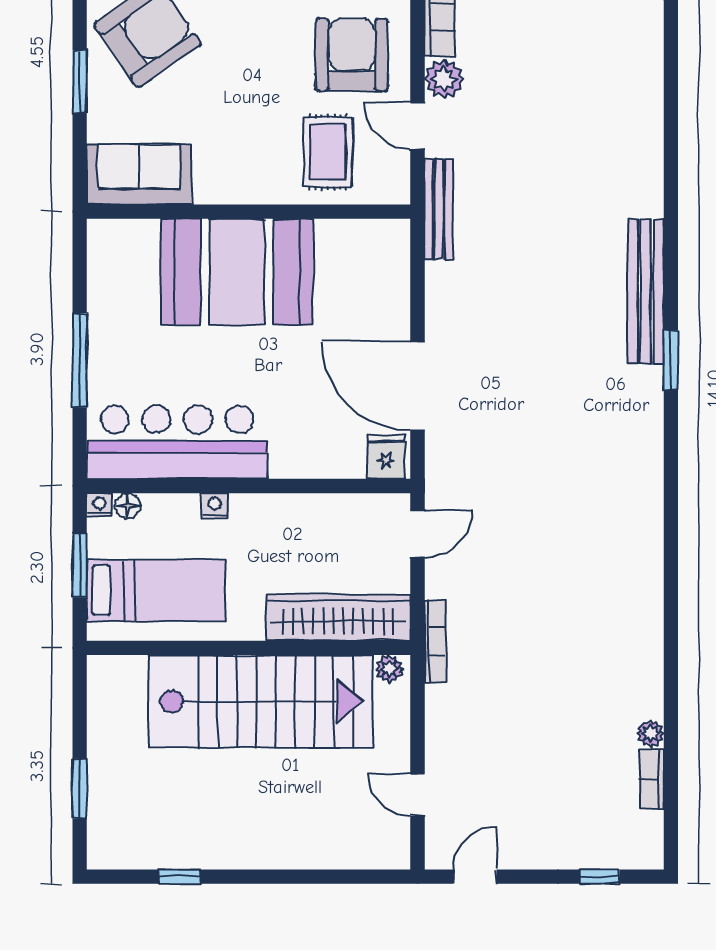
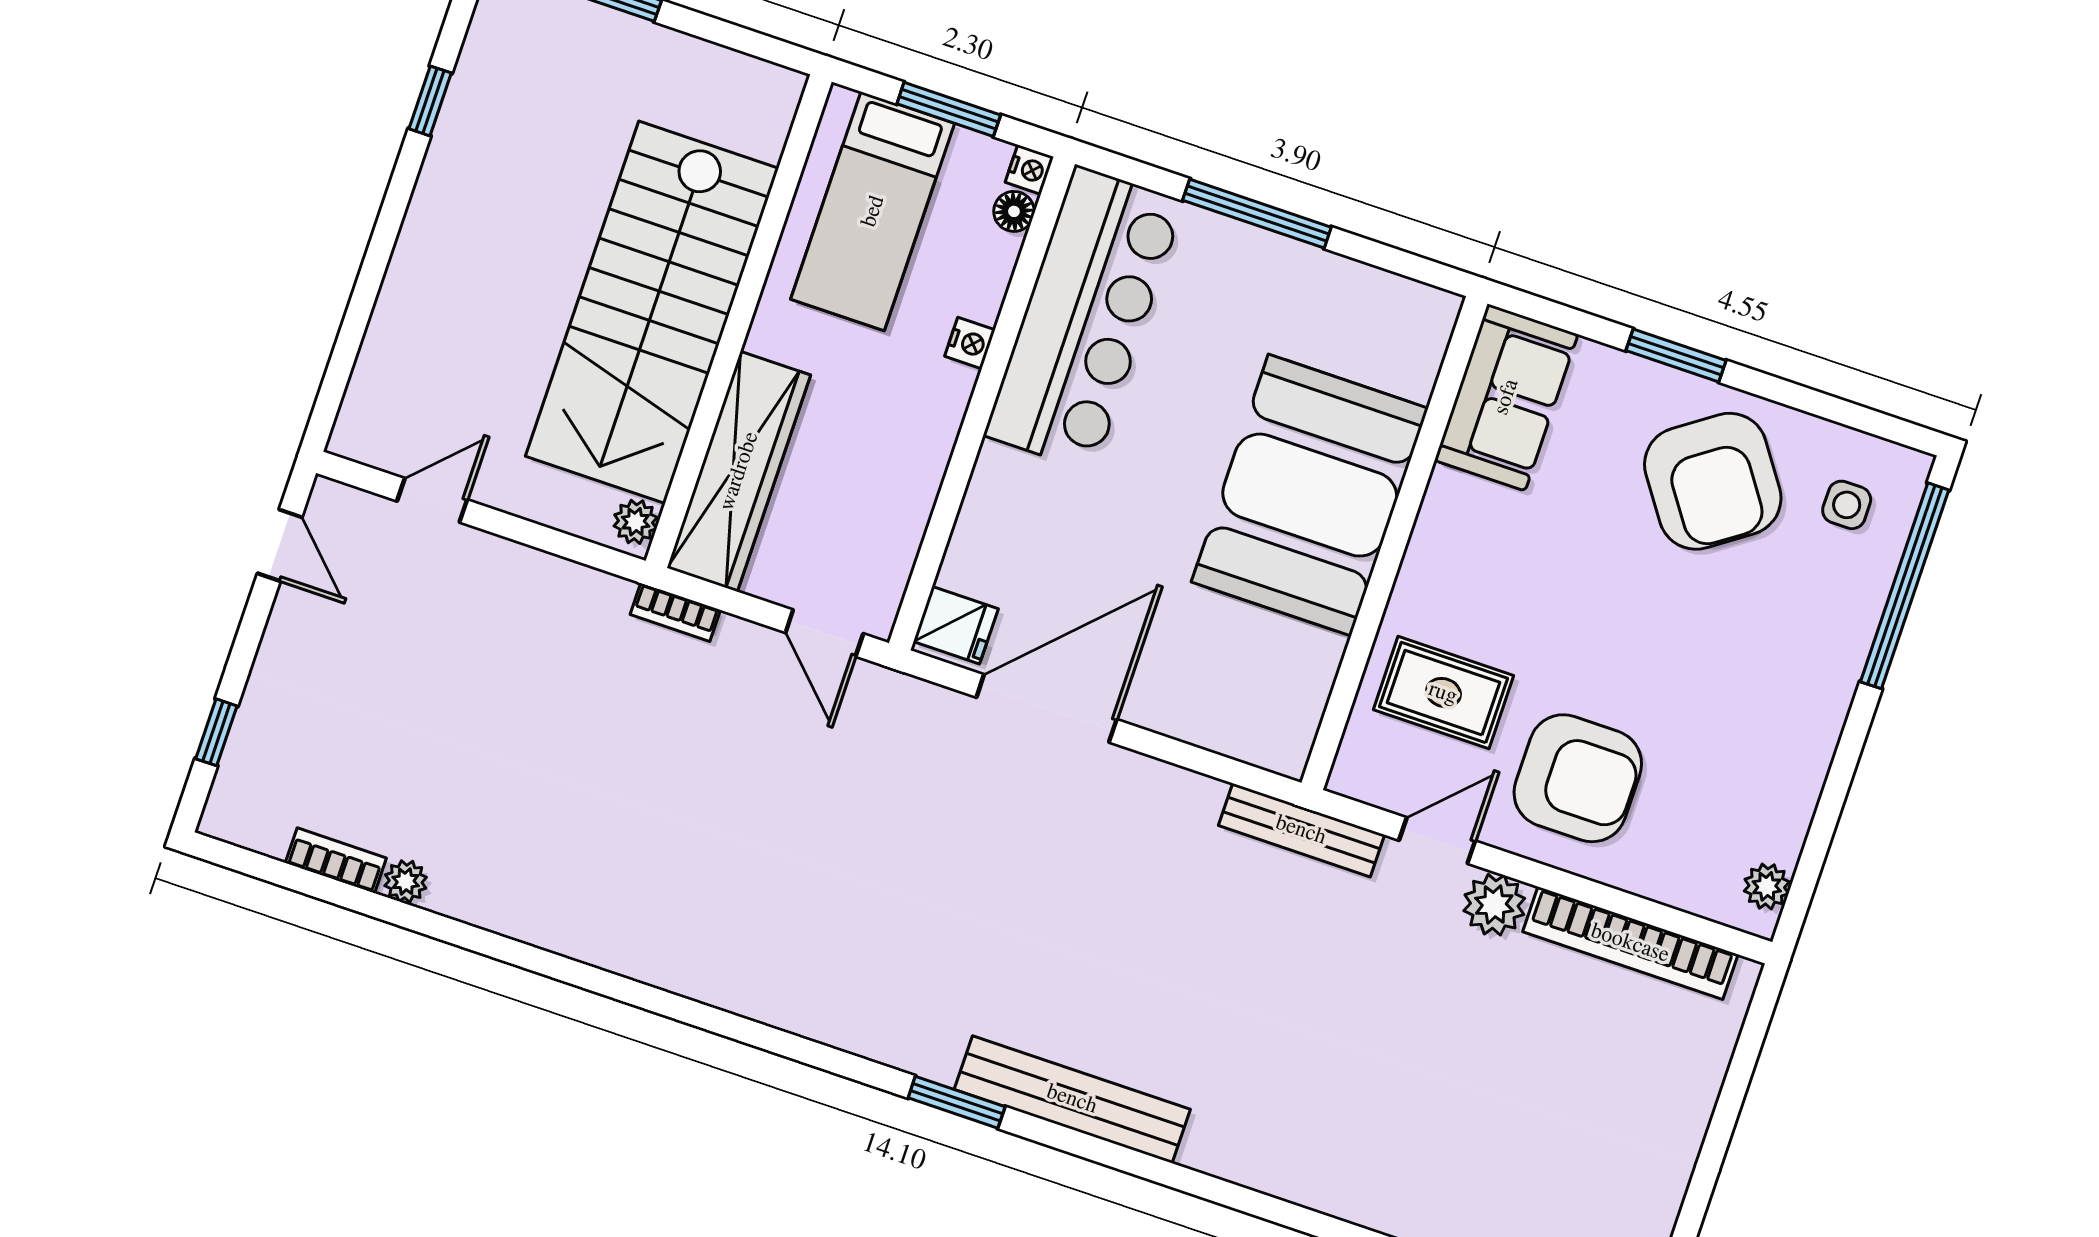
bookcase: (435, 642) -> (675, 612), width x0.64

